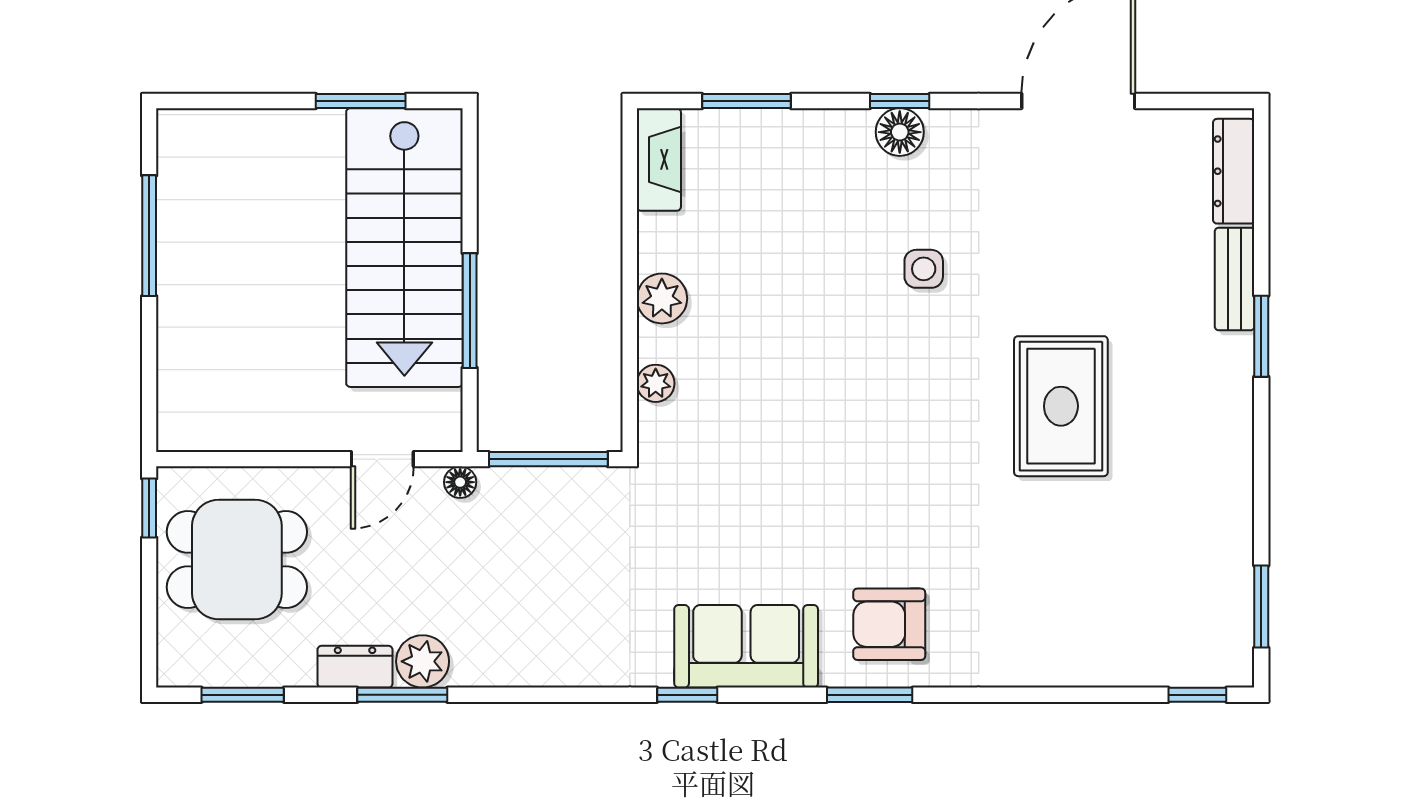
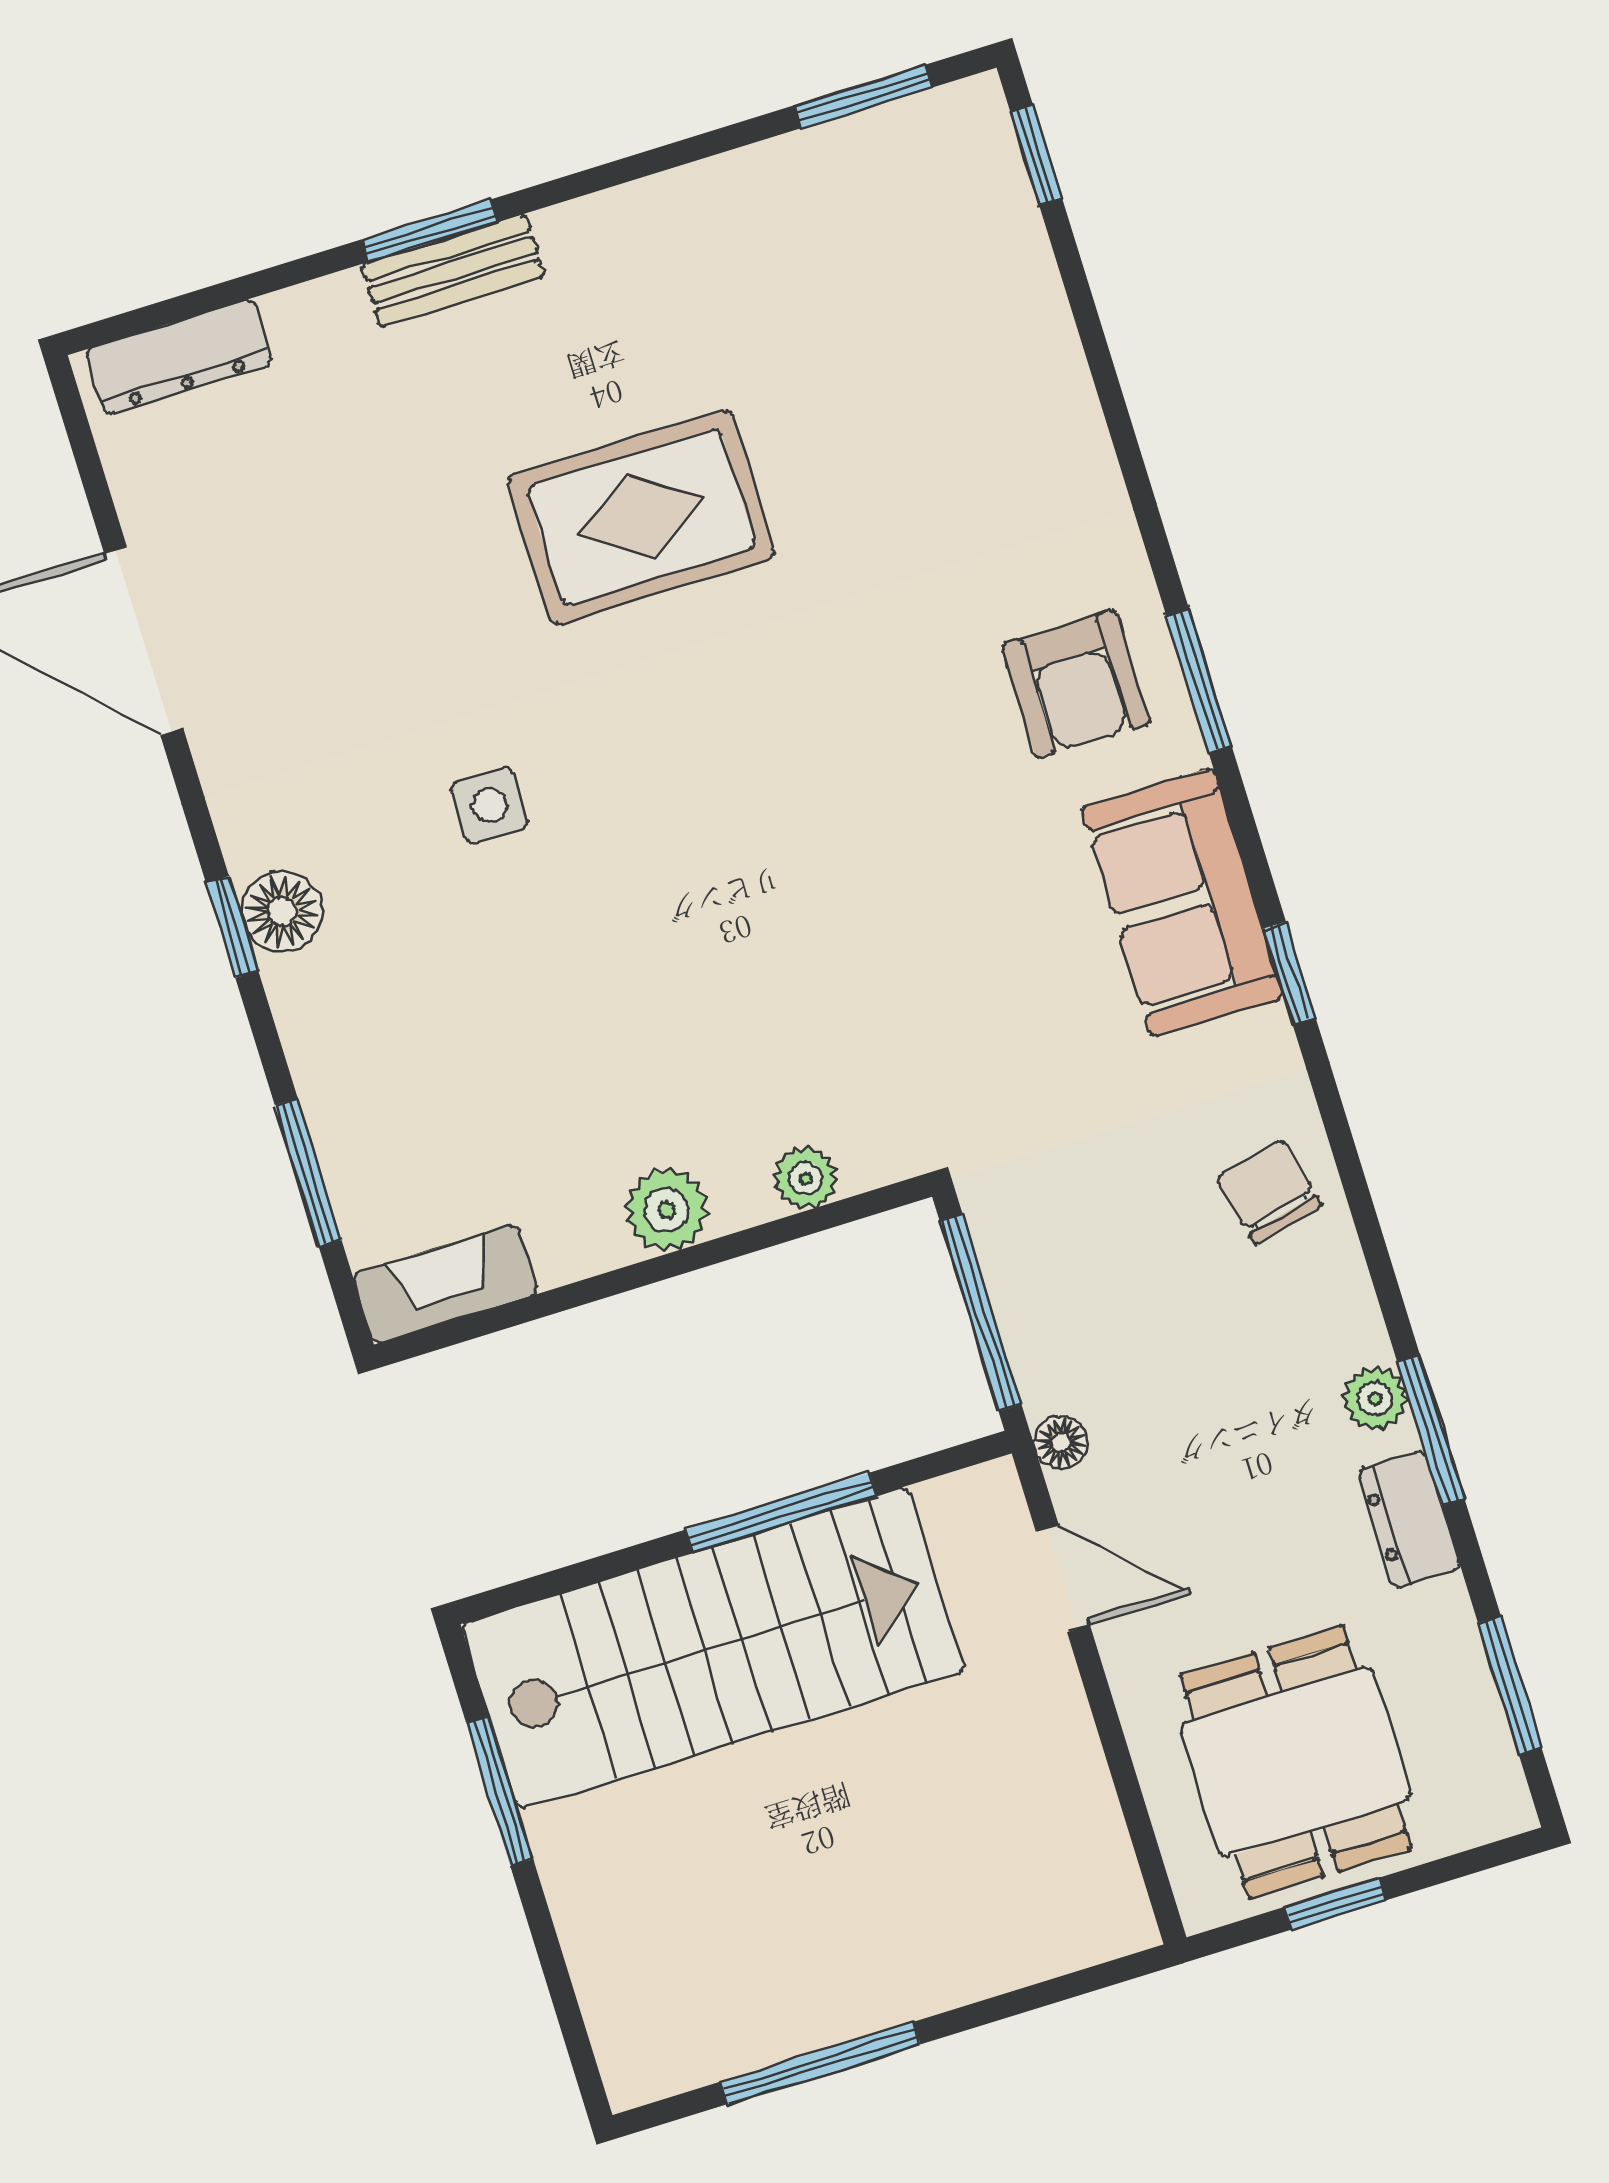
bench: (1235, 279) -> (453, 270), moved
window: (149, 508) -> (1335, 1904), moved
chair: (566, 645) -> (1269, 1192), added
plant: (423, 661) -> (1375, 1399), width x0.73, depth x0.73

